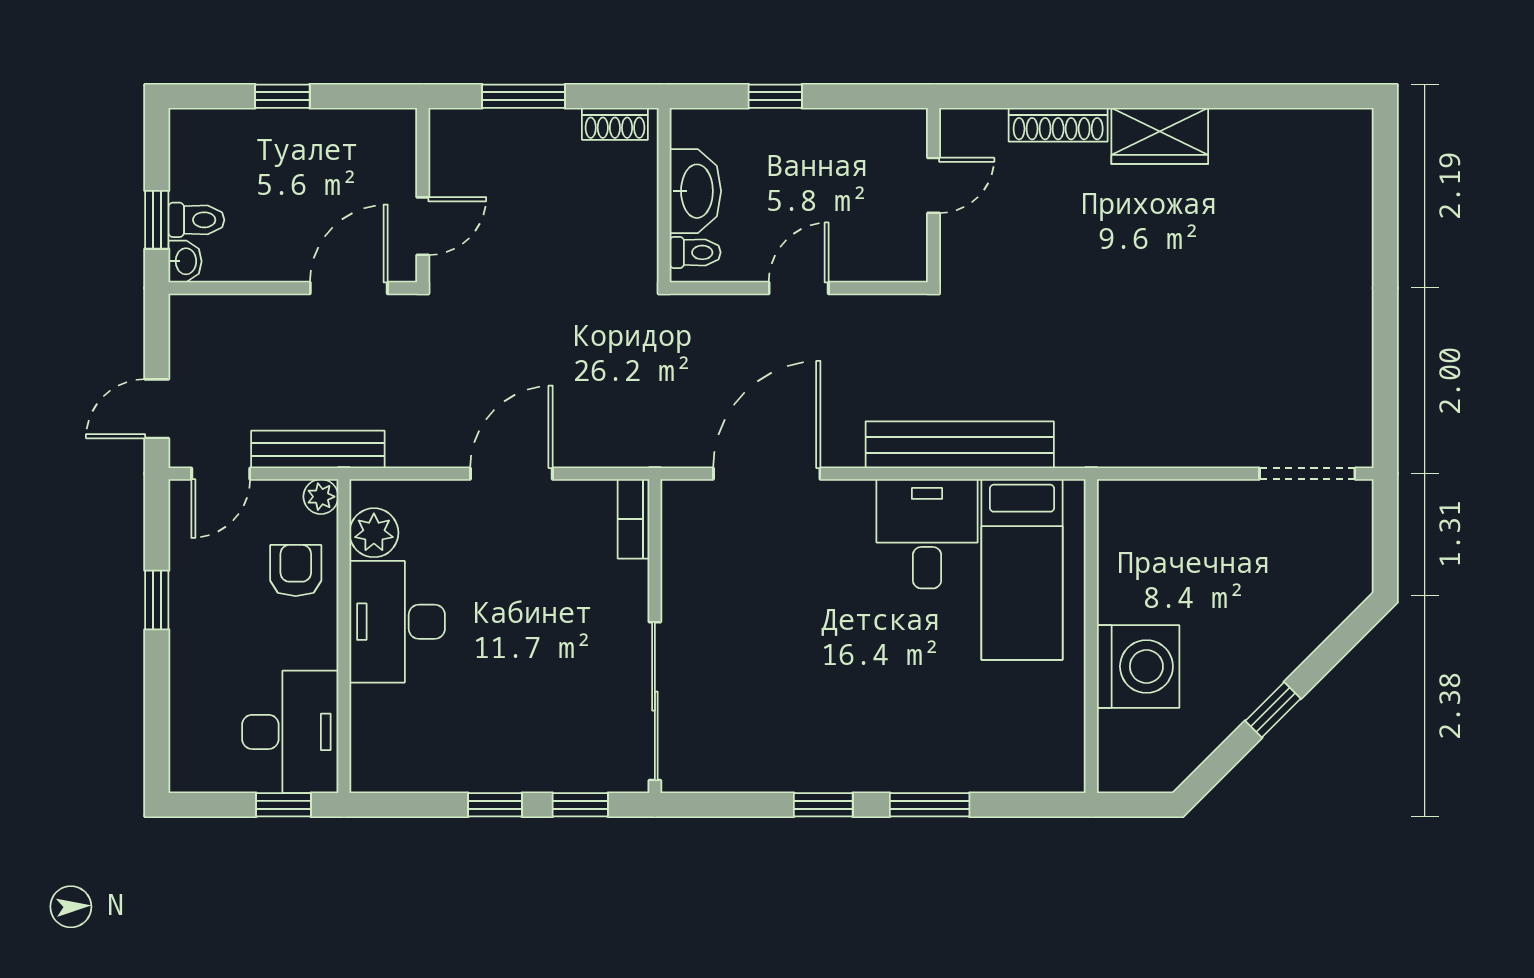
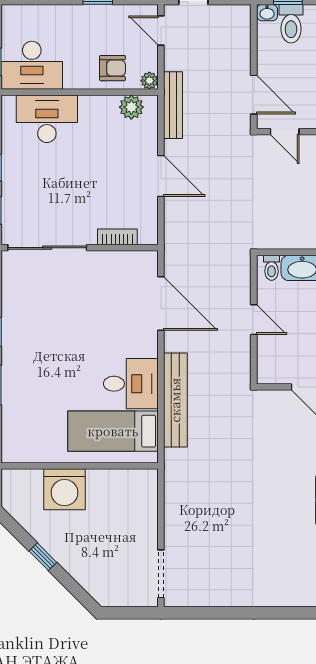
toilet: (196, 220) -> (291, 24), width x1.37, depth x1.39
bench: (318, 449) -> (173, 105), moved
bookcase: (633, 519) -> (117, 237), moved
desk: (397, 622) -> (47, 119), moved

